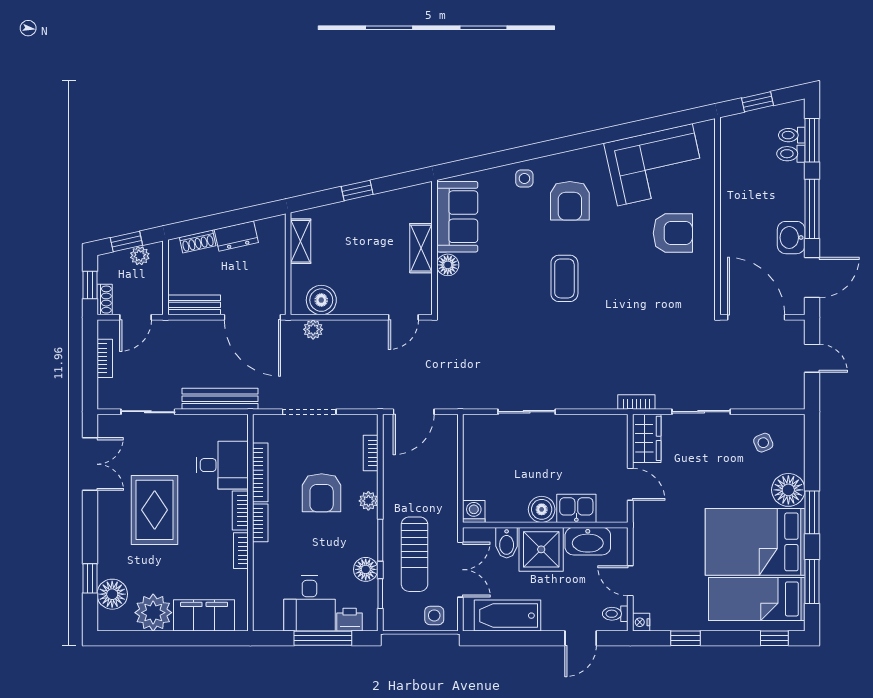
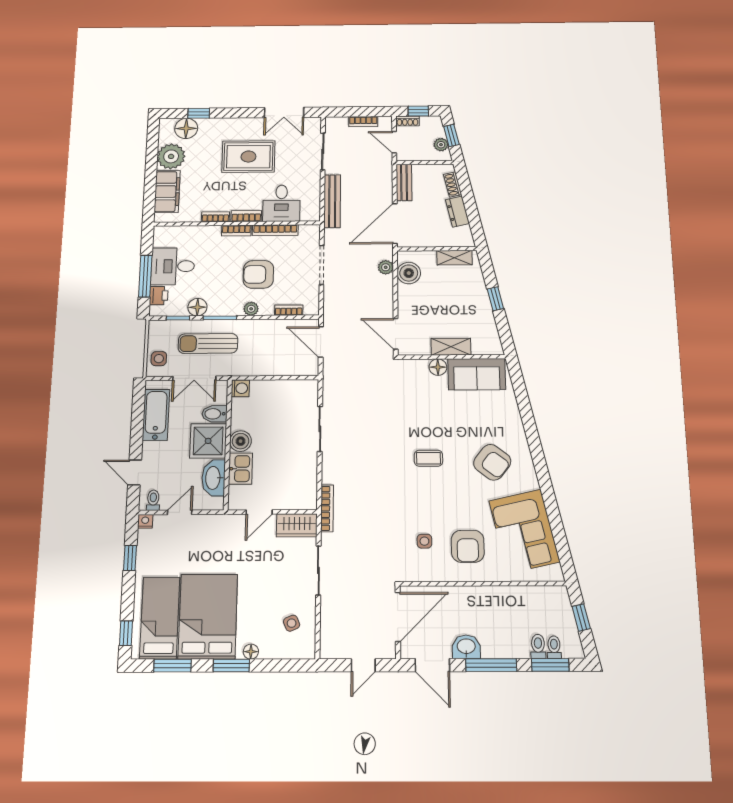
side table: (524, 178) -> (424, 541), moved
armchair: (570, 201) -> (492, 462), turned -142
coffee table: (564, 278) -> (428, 458), width x0.73, depth x0.77
door: (403, 317) -> (396, 334), width x1.38
bookcase: (636, 402) -> (327, 508), width x1.56
floor lamp: (788, 490) -> (251, 652), width x0.53, depth x0.53

